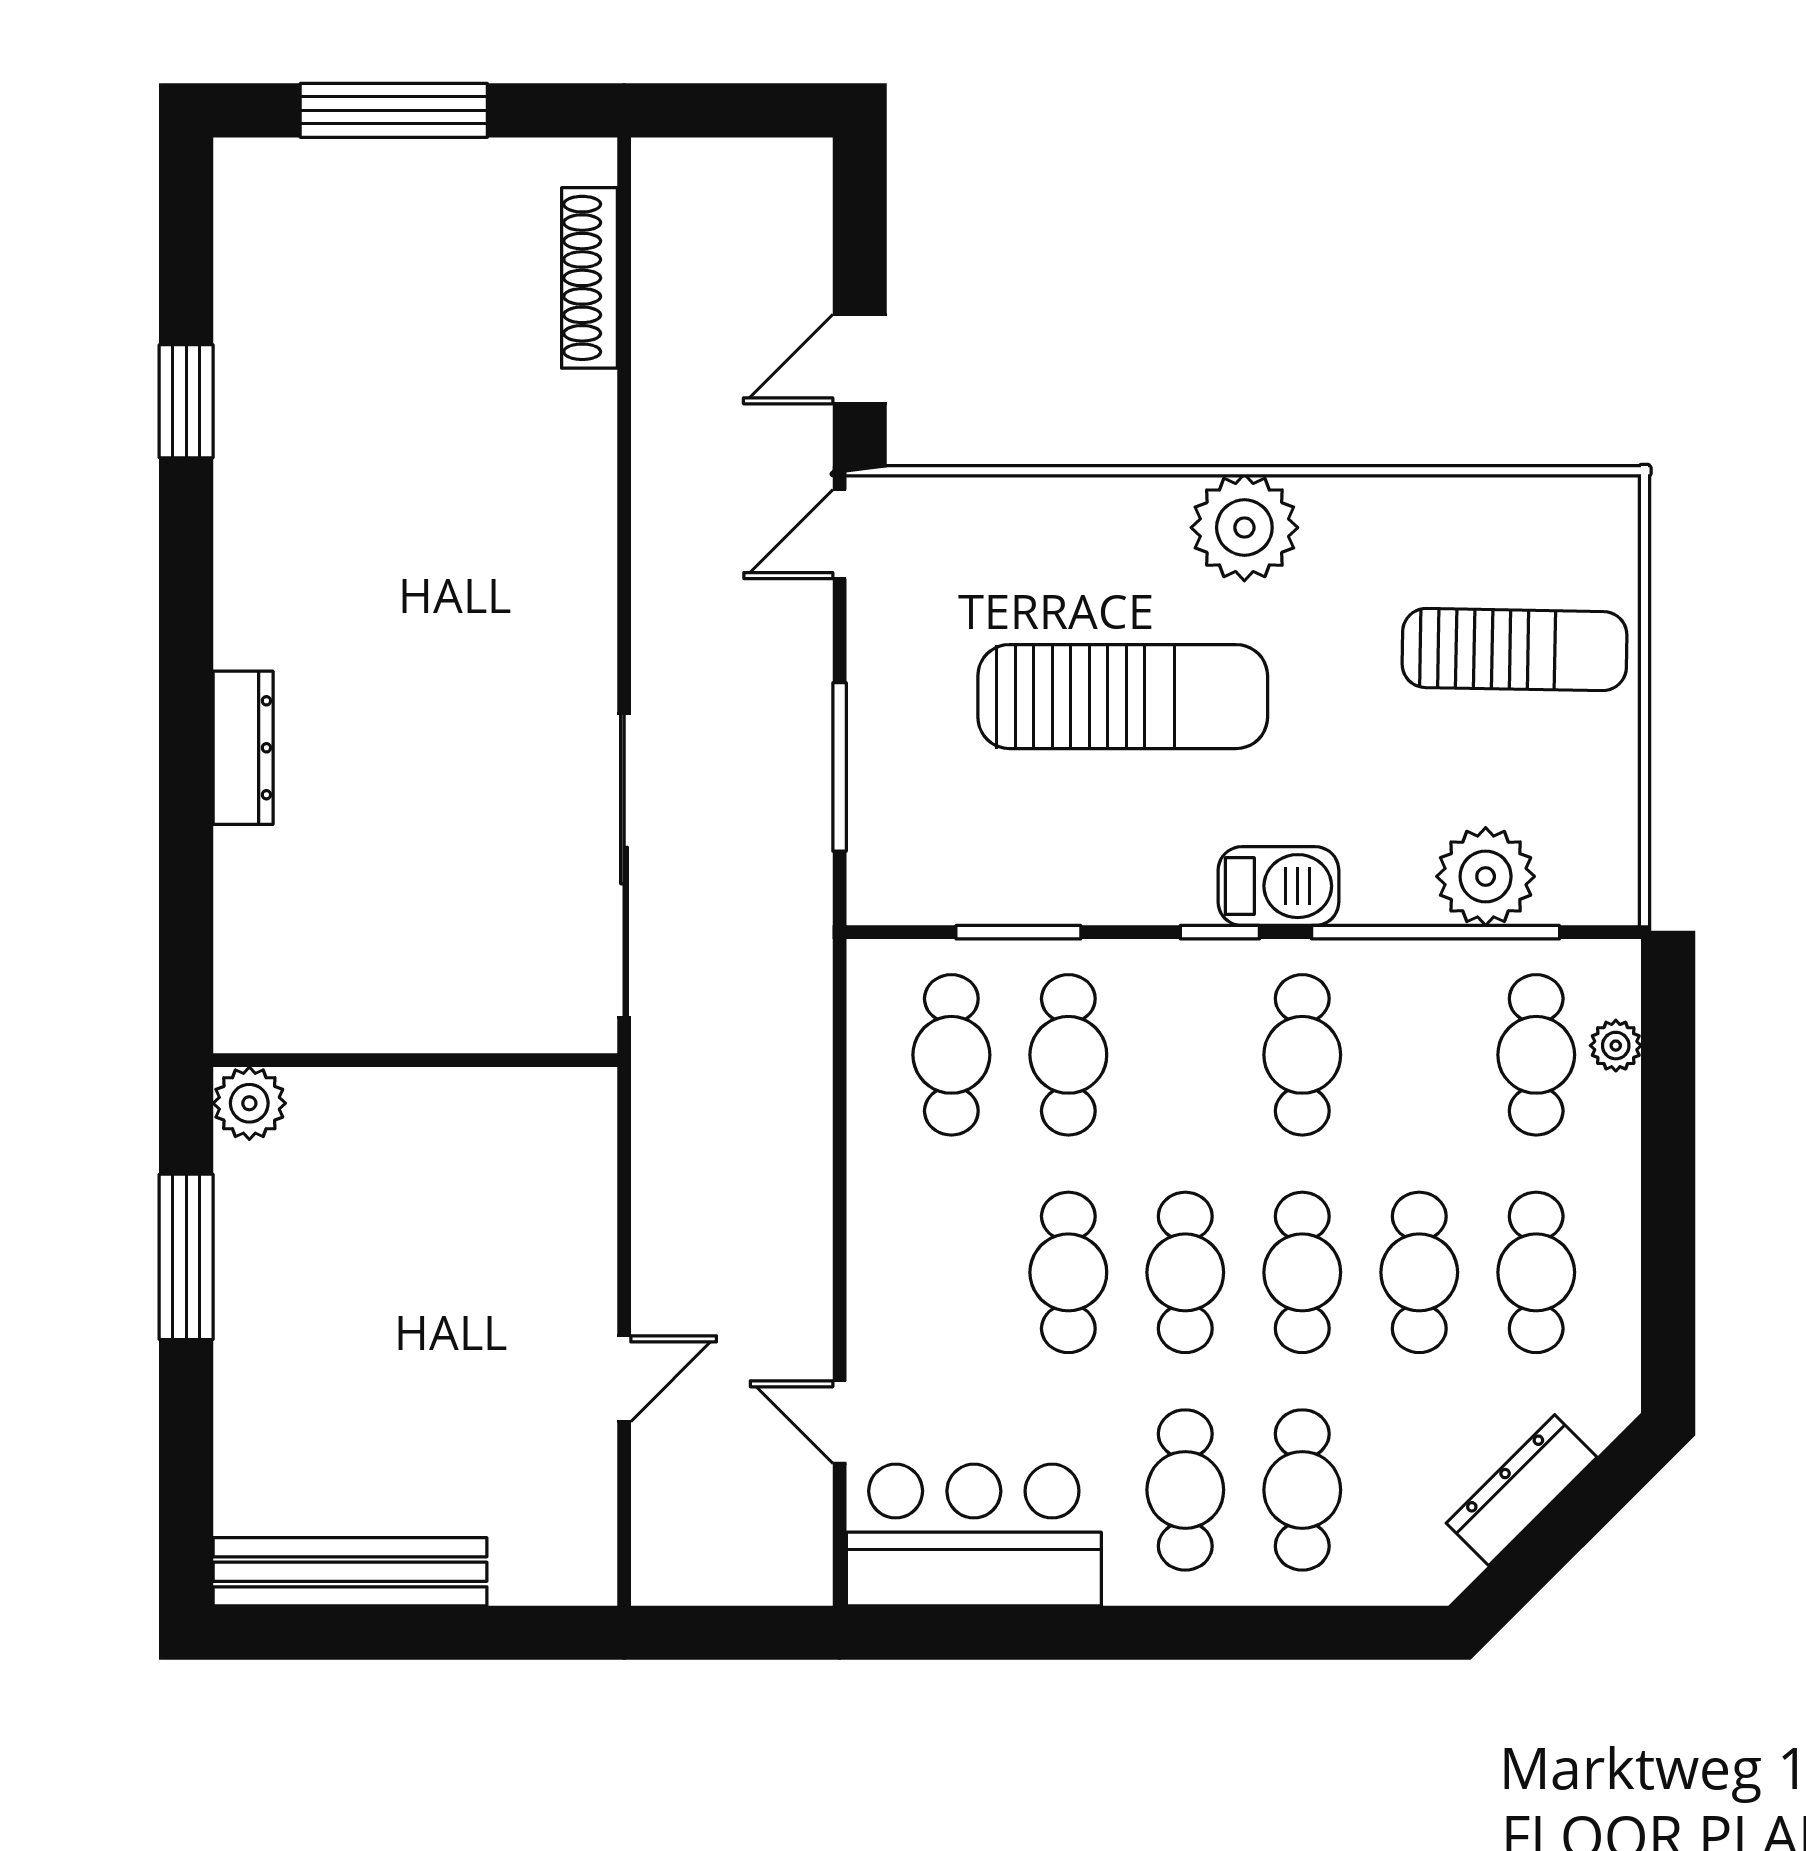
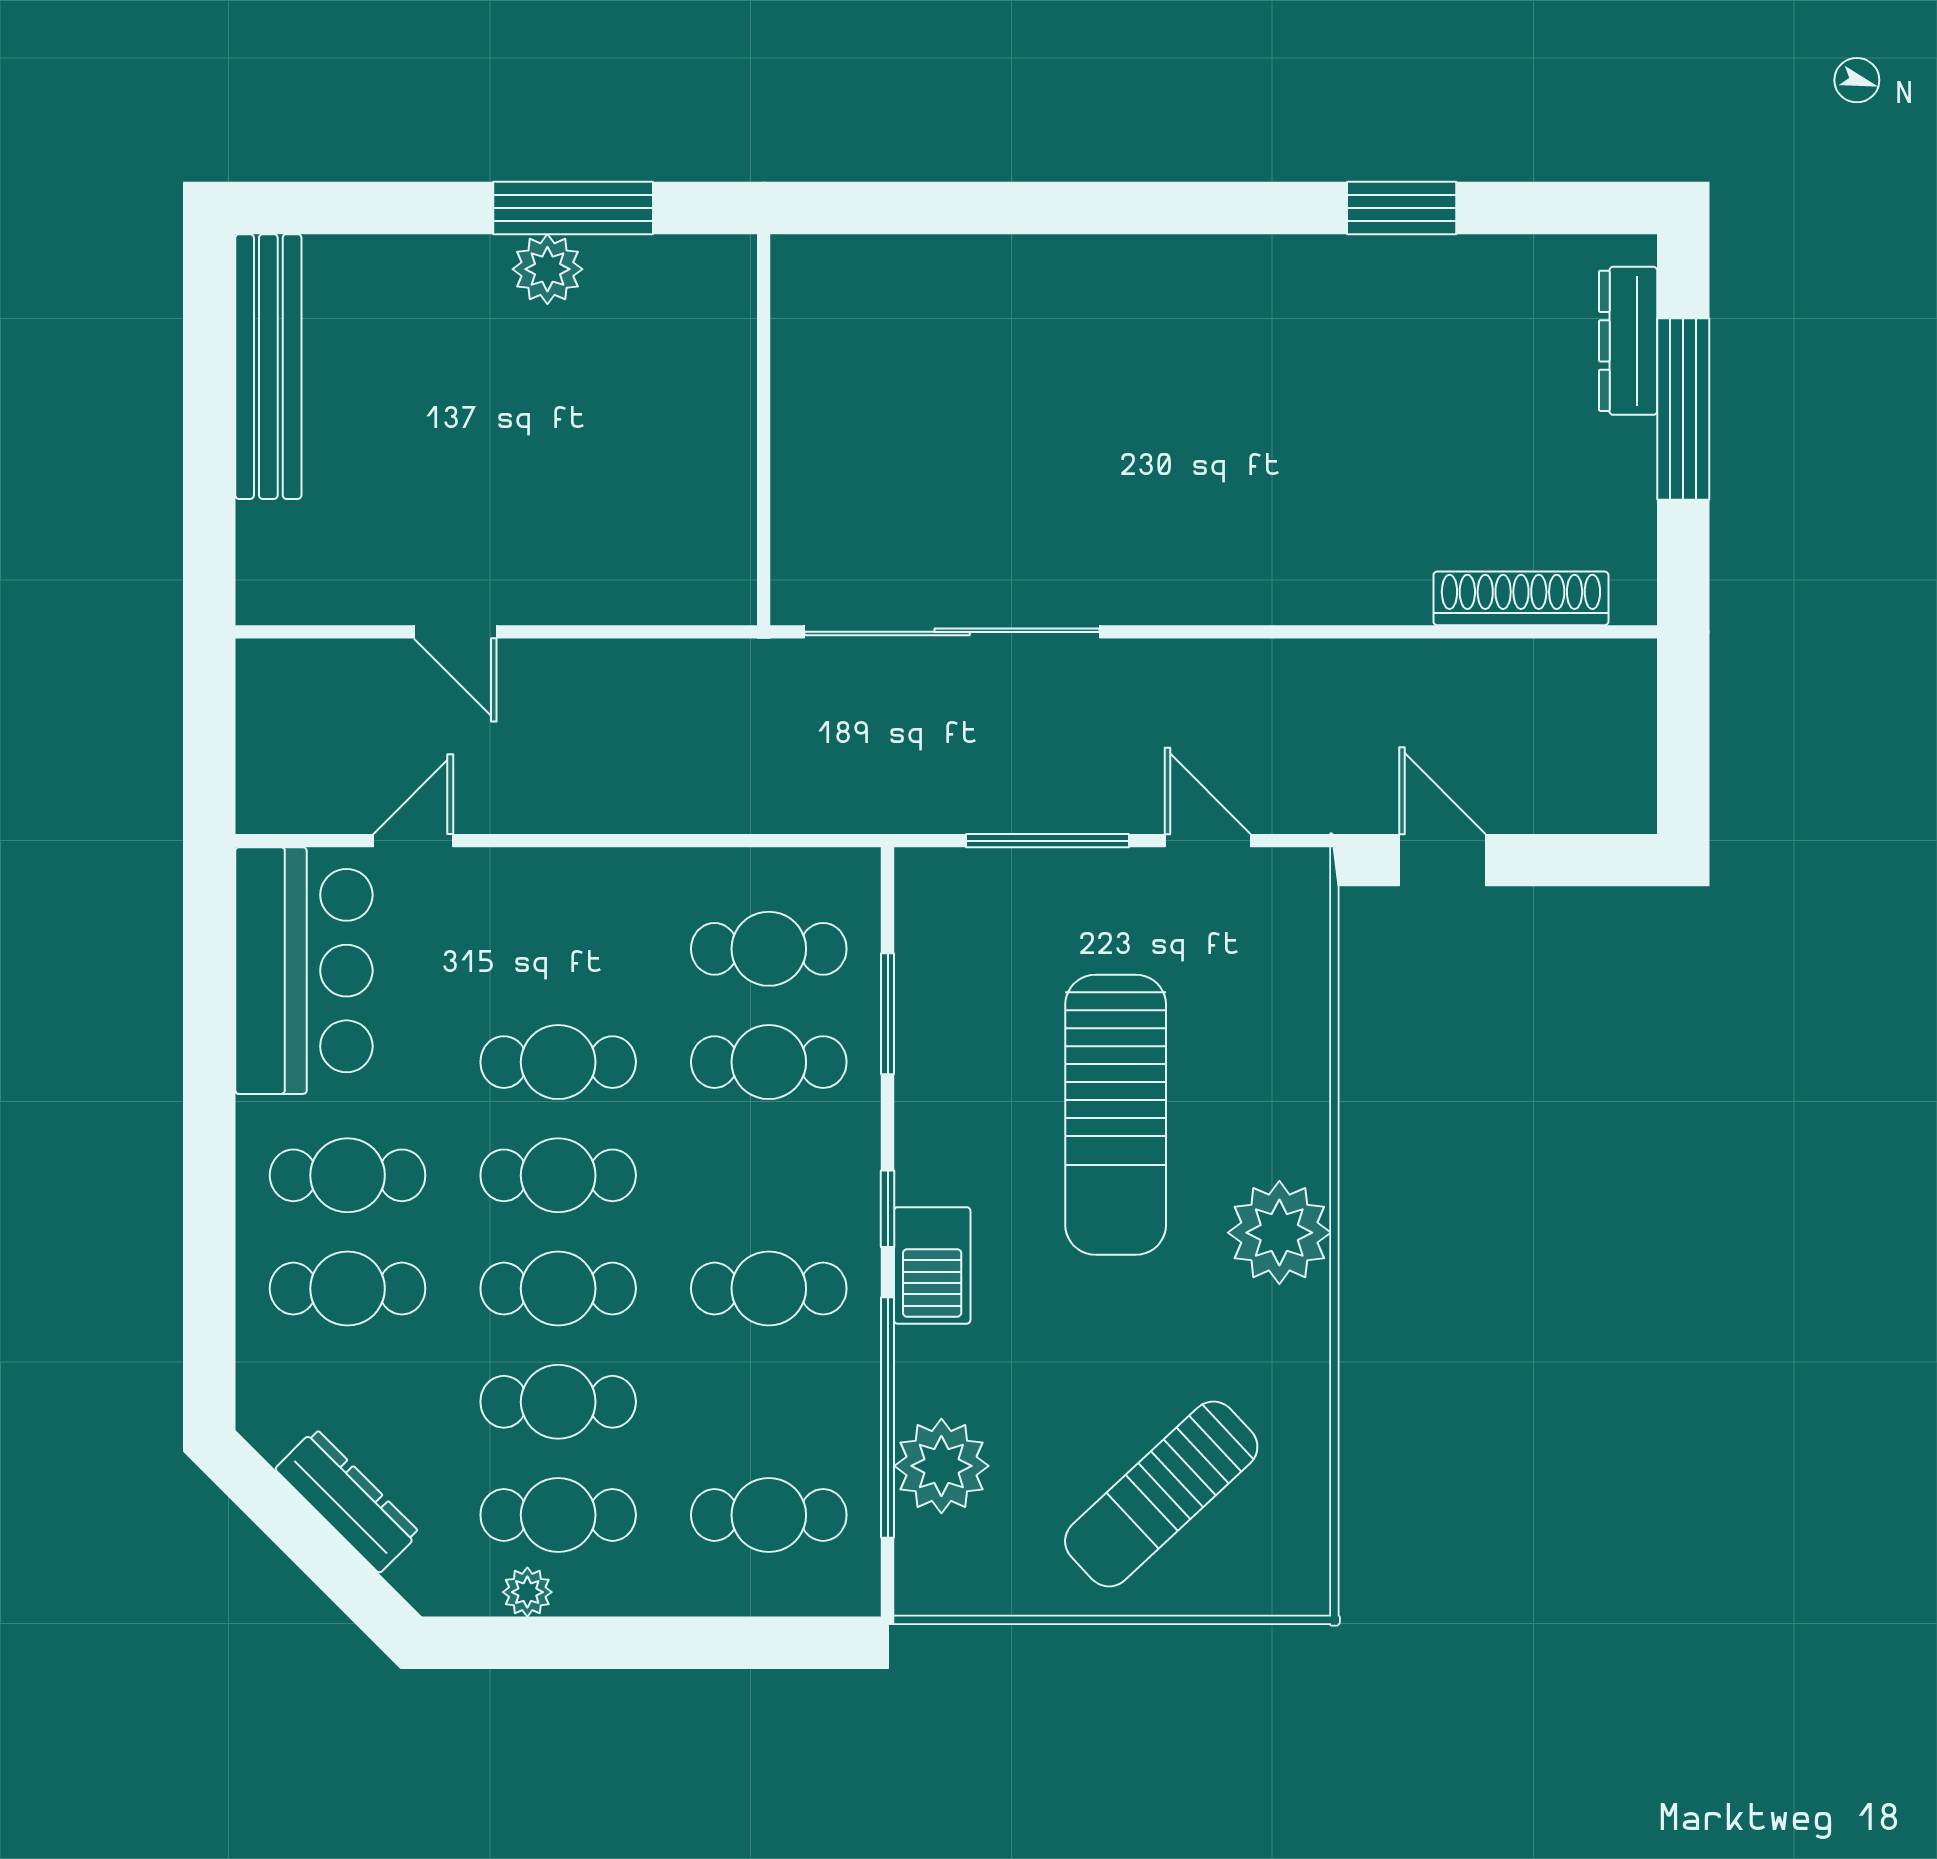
door: (840, 534) -> (1208, 841), moved
sun lounger: (1515, 650) -> (1161, 1494), turned 46
dresser: (243, 748) -> (1628, 341), moved, turned 90
plant: (1616, 1046) -> (527, 1592), moved
plant: (249, 1103) -> (547, 269), moved

